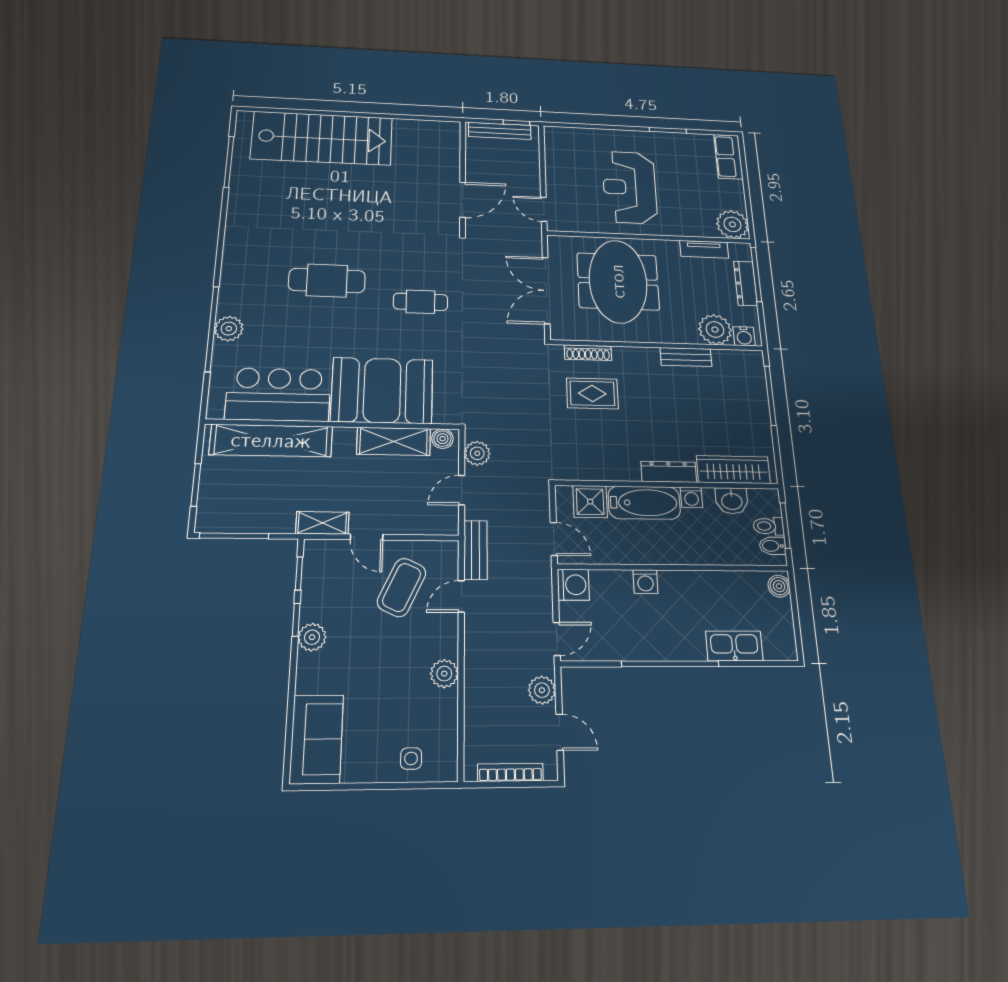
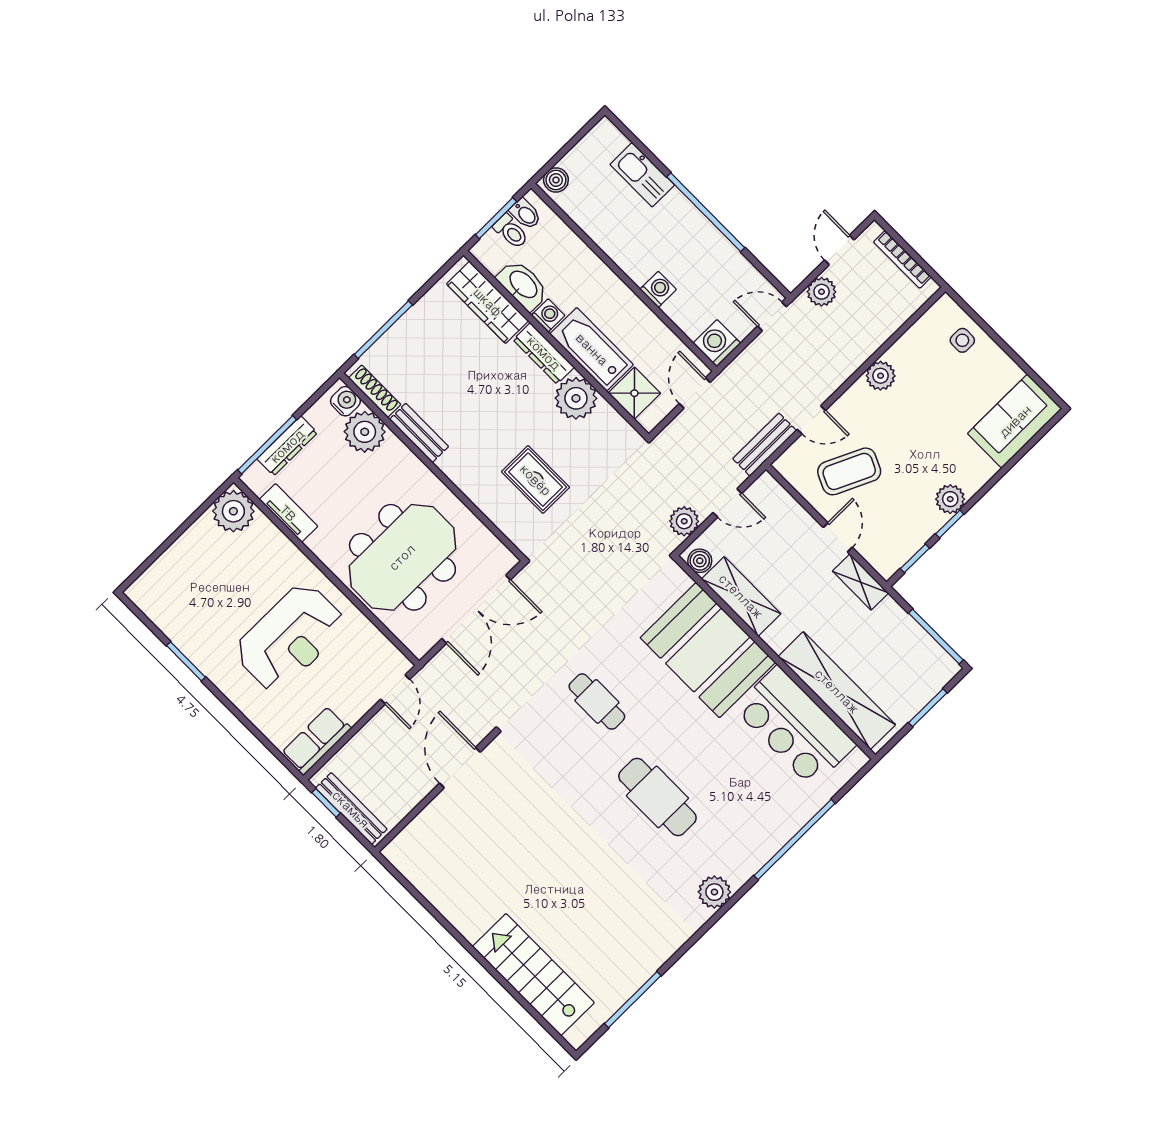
stairs: (322, 138) -> (533, 975), width x0.73, depth x0.66
row of seats: (728, 157) -> (316, 741), moved, turned 180
door: (463, 200) -> (460, 768), hinge flipped
plant: (229, 329) -> (714, 892), moved
shoe rack: (588, 353) -> (375, 391), moved
plant: (621, 464) -> (576, 398), added
washbasin: (732, 501) -> (523, 285), width x1.38

